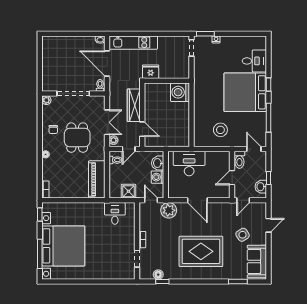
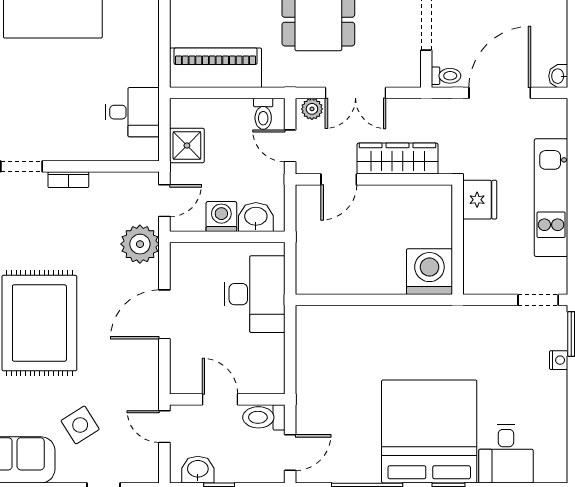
kitchen unit: (133, 43) -> (551, 198), moved
stool: (220, 130) -> (337, 371), removed

